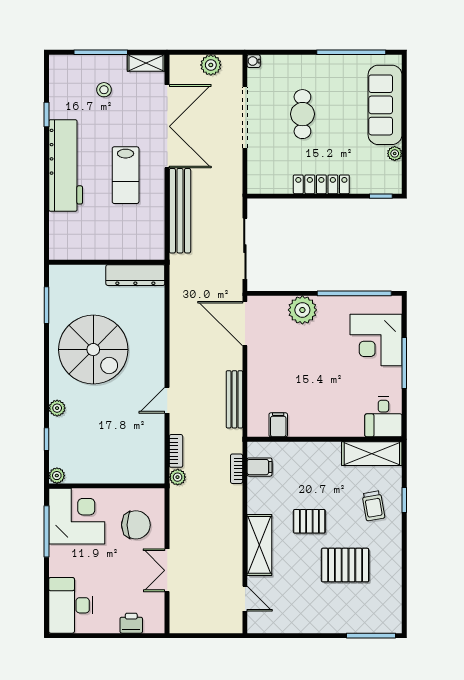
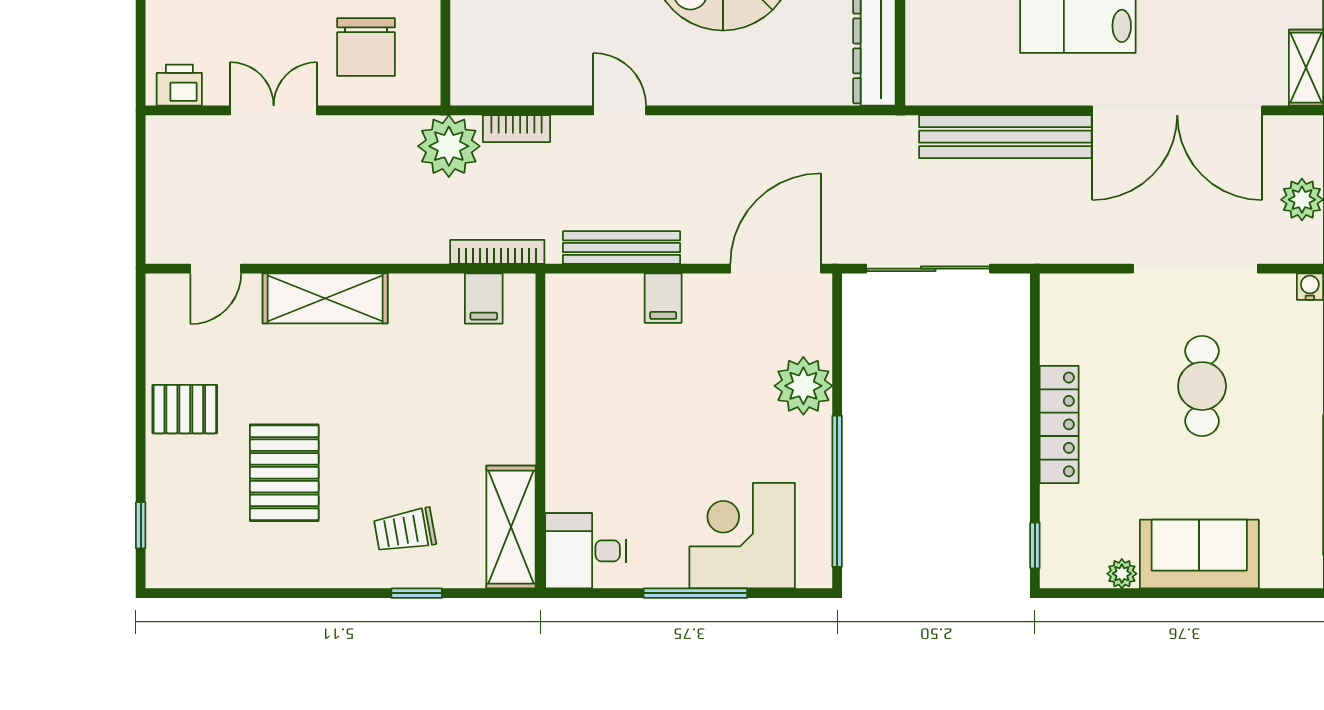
sofa: (385, 105) -> (1199, 554), width x0.73
cafe table: (302, 114) -> (1202, 386), turned 90
filing cabinet: (278, 425) -> (663, 298), moved, turned 90
bookcase: (237, 469) -> (497, 252), width x1.56
plant: (178, 477) -> (449, 146), width x1.88, depth x1.88
pallet: (309, 521) -> (185, 409), moved, turned 90
printer: (131, 623) -> (179, 85), moved, turned -90
window: (371, 636) -> (141, 525), width x0.46

